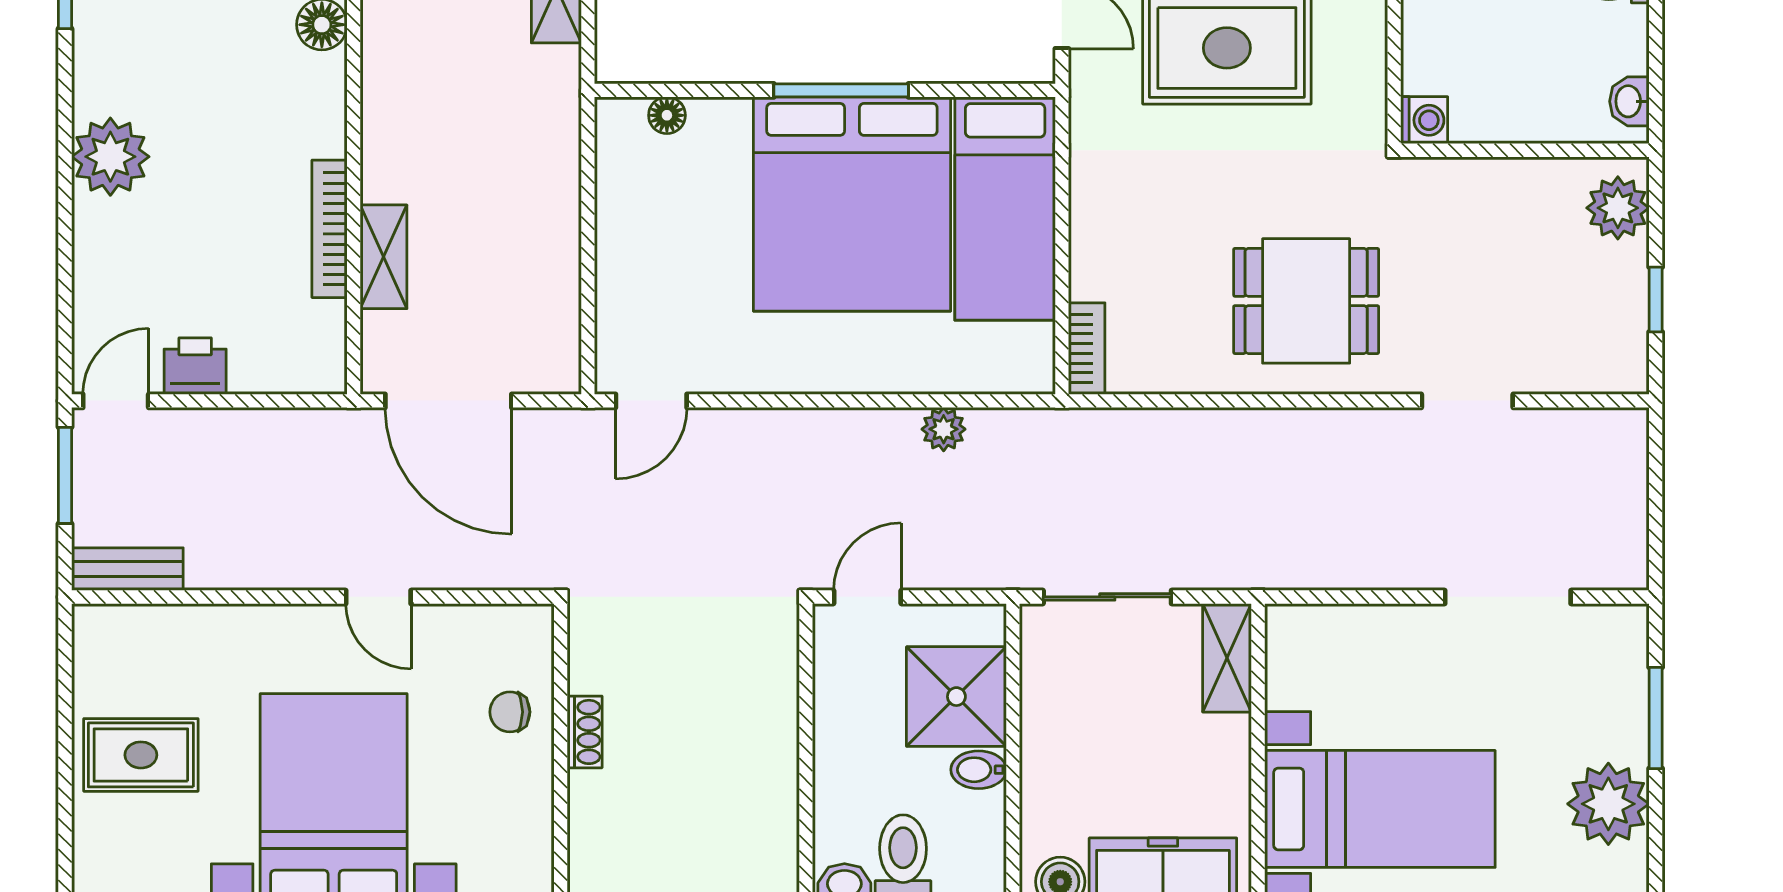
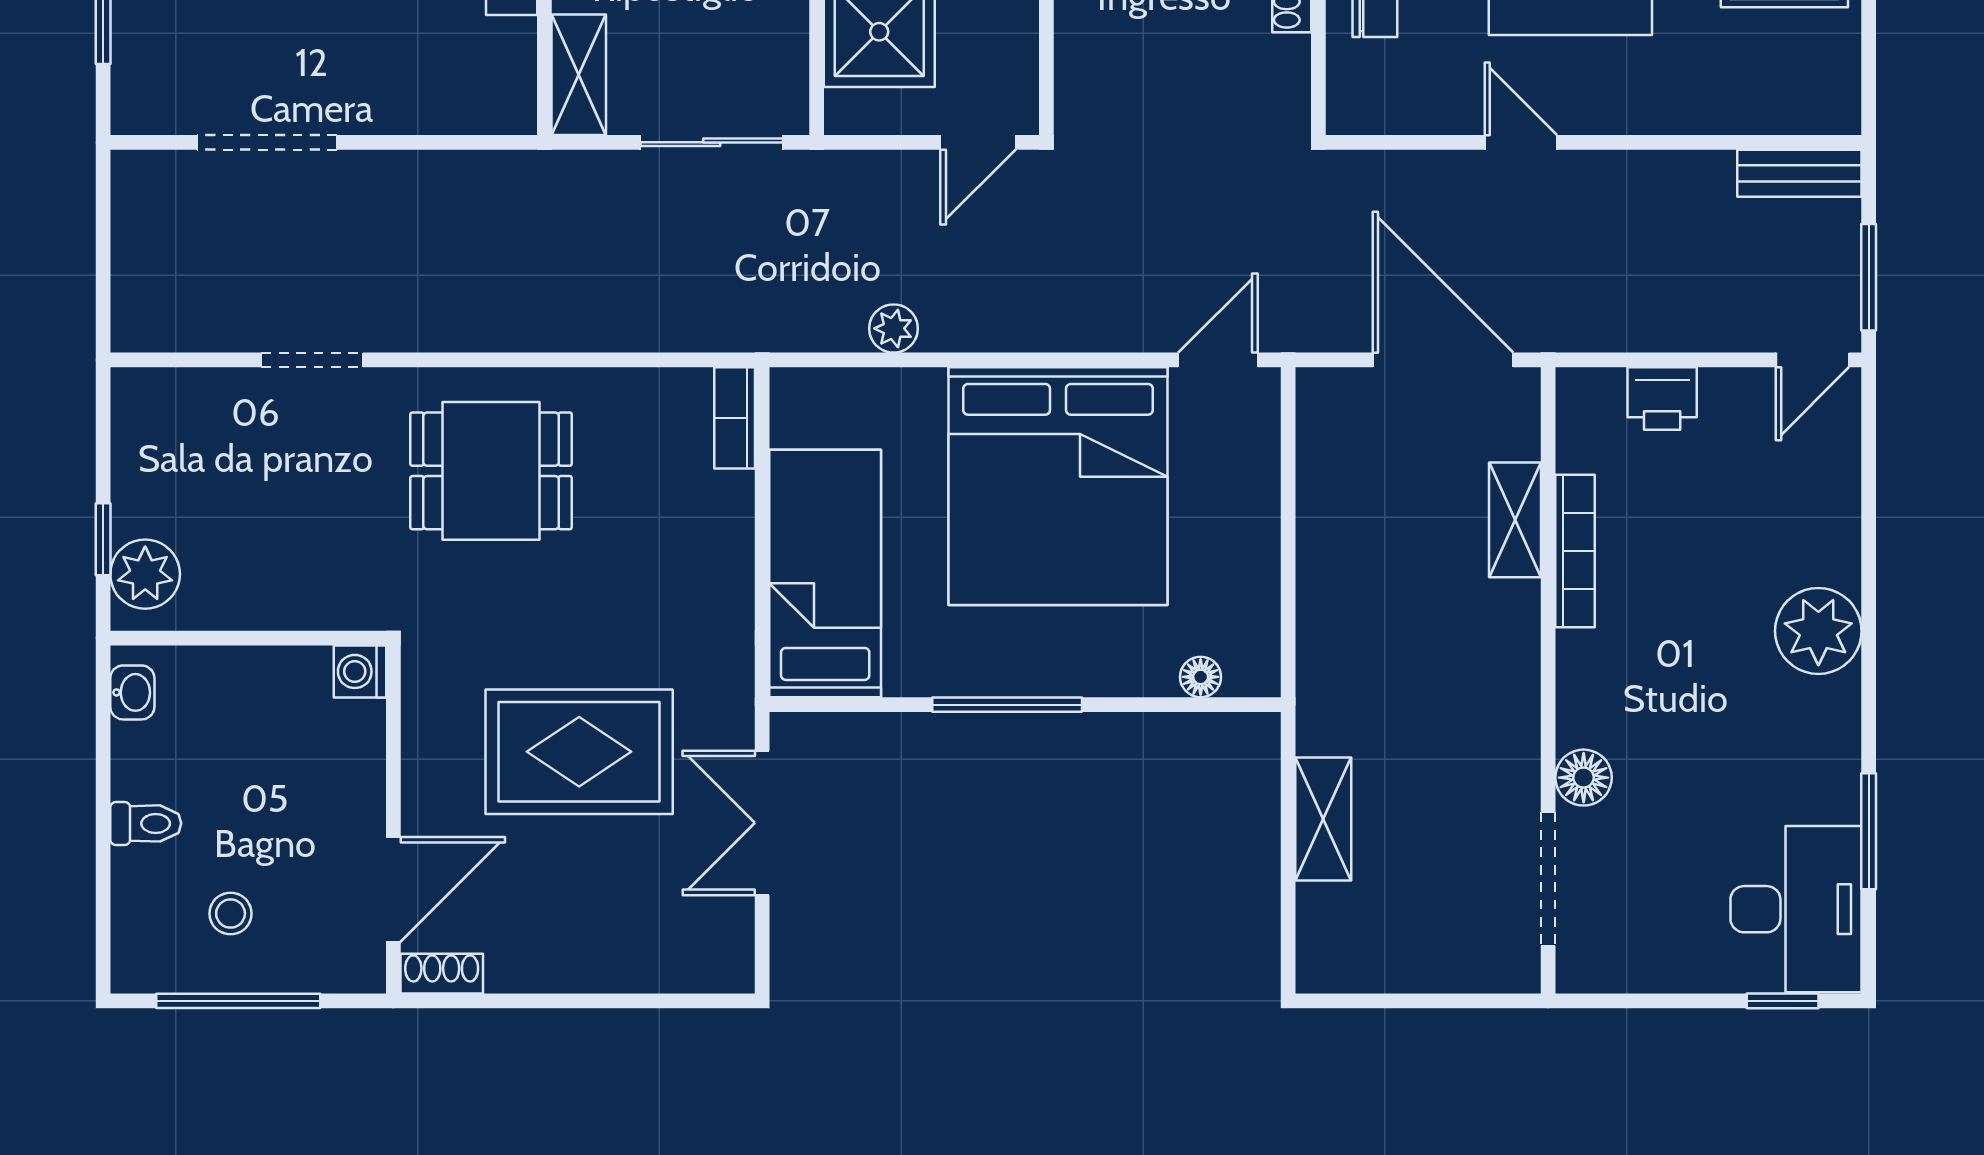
bed: (852, 204) -> (1058, 486), moved, turned 180
window: (1656, 299) -> (103, 539), moved
printer: (195, 366) -> (1662, 399), moved

